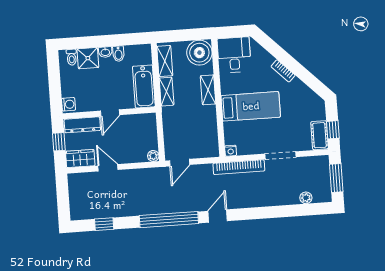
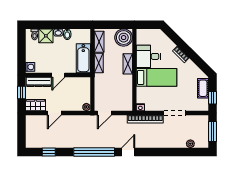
desk: (234, 55) -> (148, 56), moved, turned -90
cot: (320, 135) -> (203, 88), moved
door: (108, 168) -> (54, 113), swing flipped

